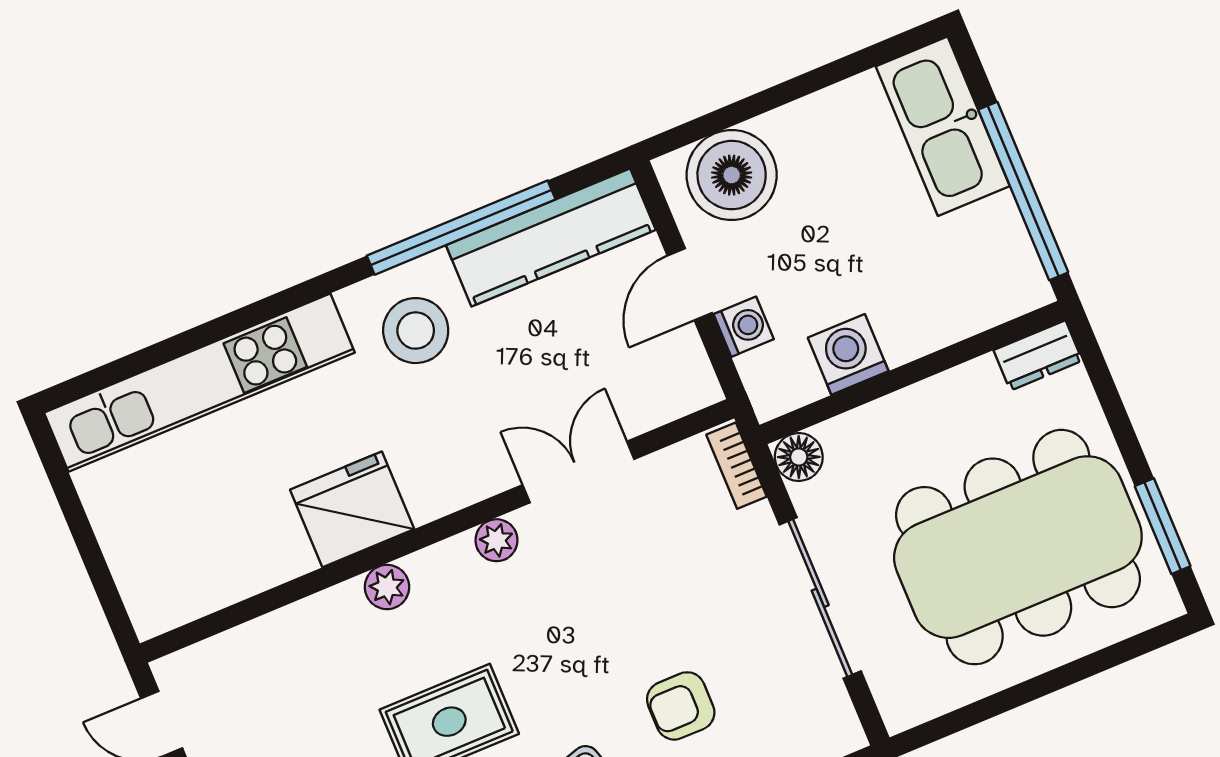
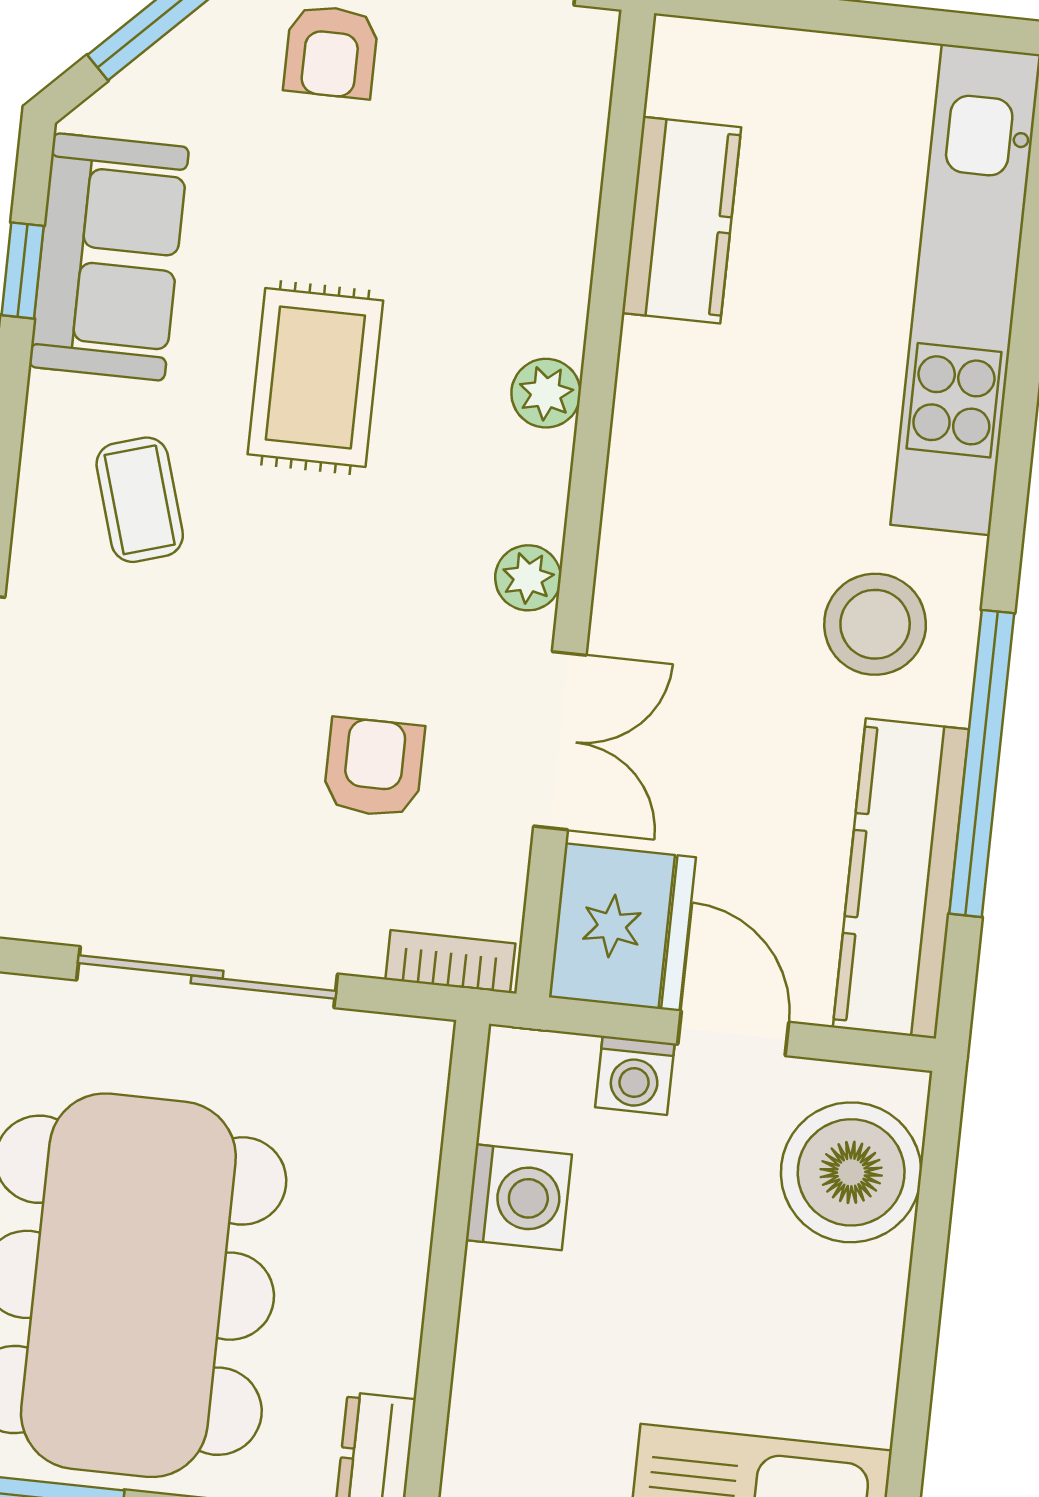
floor lamp: (799, 457) -> (416, 1053), removed
fridge: (352, 509) -> (622, 927), moved
kitchen counter: (248, 564) -> (681, 220), added
armchair: (681, 706) -> (374, 767), moved

